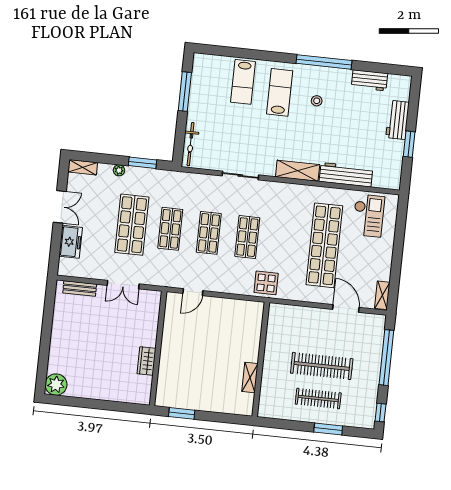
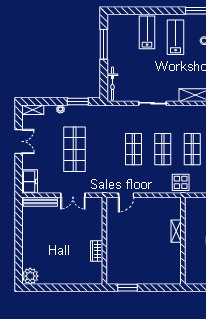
lab bench: (243, 82) -> (147, 32), turned 180
shop shelf: (170, 229) -> (192, 149), moved
freezer: (71, 242) -> (30, 182), moved
bench: (80, 288) -> (40, 202), width x1.36
shelving: (250, 377) -> (176, 231), moved

